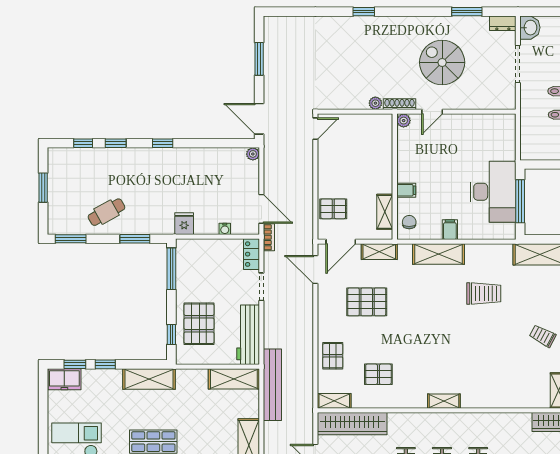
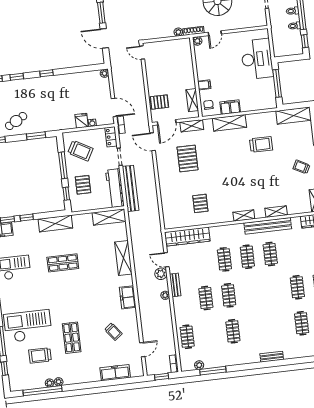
door: (259, 119) -> (104, 38), moved
door: (315, 129) -> (142, 53), swing flipped
desk: (493, 192) -> (257, 59), moved
fridge: (184, 224) -> (82, 121), moved
filing cabinet: (450, 230) -> (230, 107), width x2.00
window: (171, 269) -> (63, 165), moved
trolley: (201, 270) -> (80, 151), added
pallet: (367, 302) -> (188, 158), turned 90
pallet: (199, 324) -> (83, 185), width x0.67, depth x0.71
pallet: (333, 356) -> (170, 195), removed
pallet: (378, 374) -> (200, 203), turned 90
bench: (272, 385) -> (130, 188), moved
shelving: (334, 401) -> (276, 212), moved
bench: (479, 422) -> (268, 226), added

